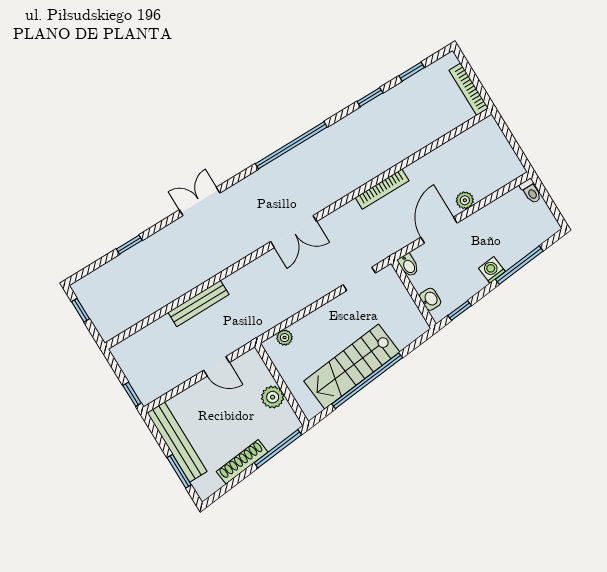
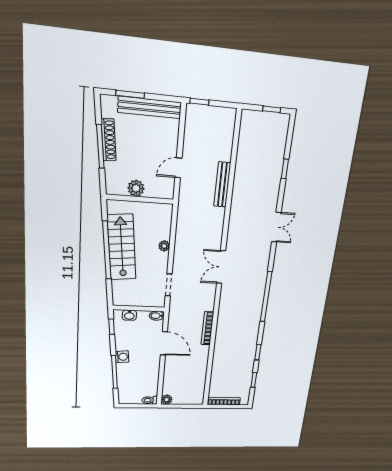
plant: (465, 200) -> (167, 400), moved
plant: (285, 338) -> (164, 246), moved
window: (278, 449) -> (100, 146), moved

